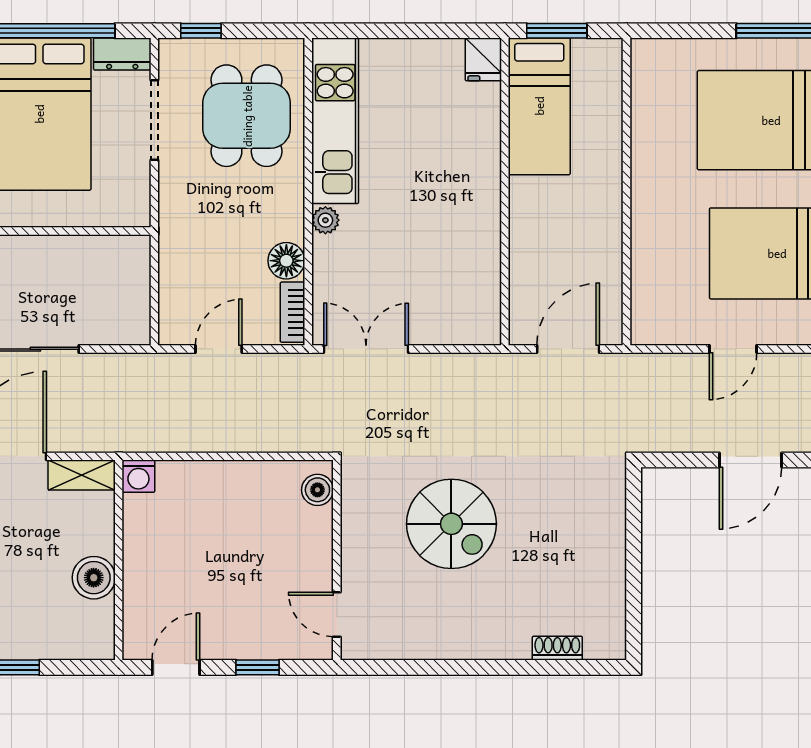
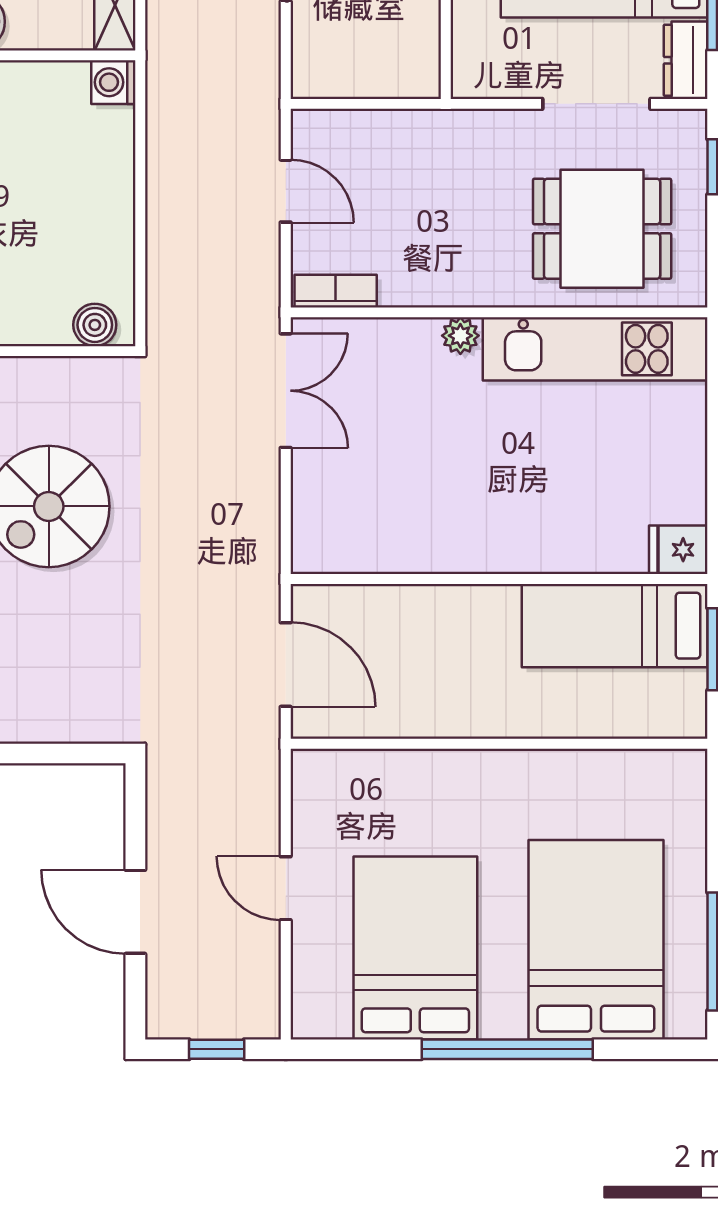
floor lamp: (286, 261) -> (405, 283), removed

